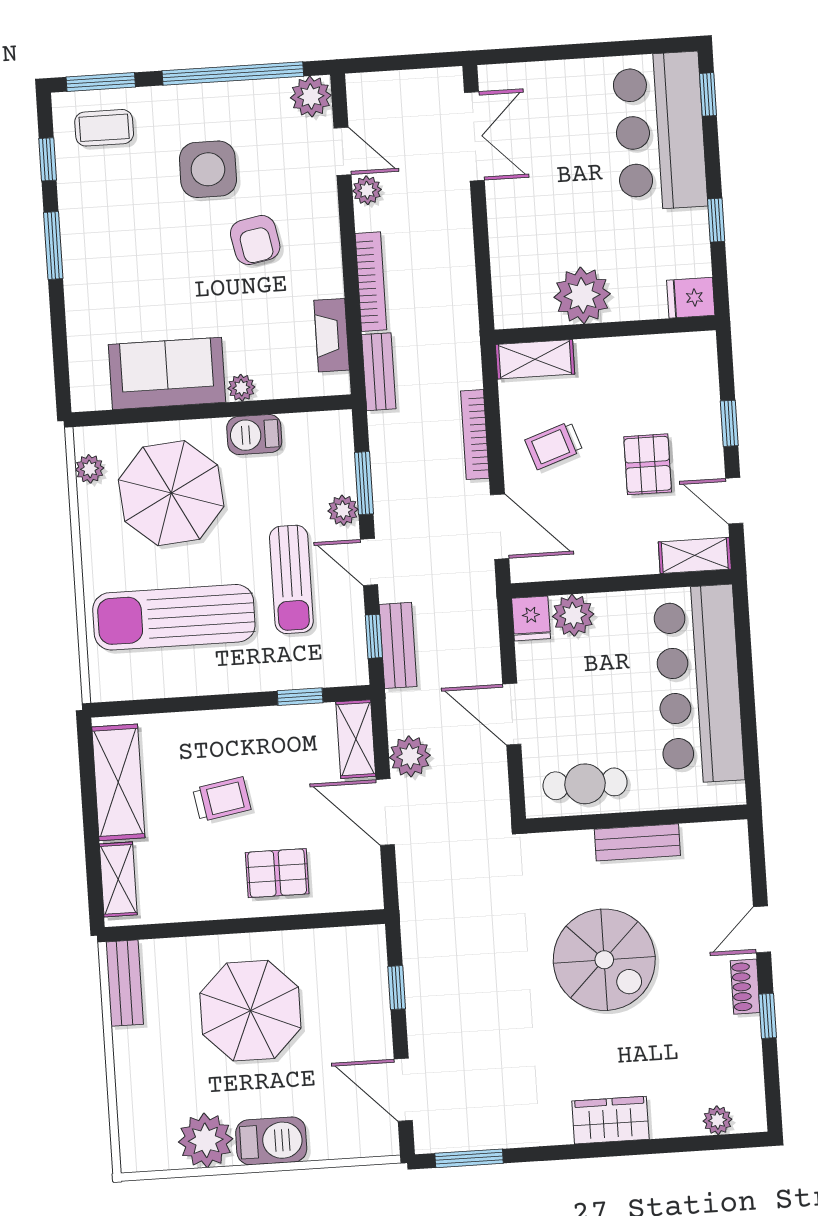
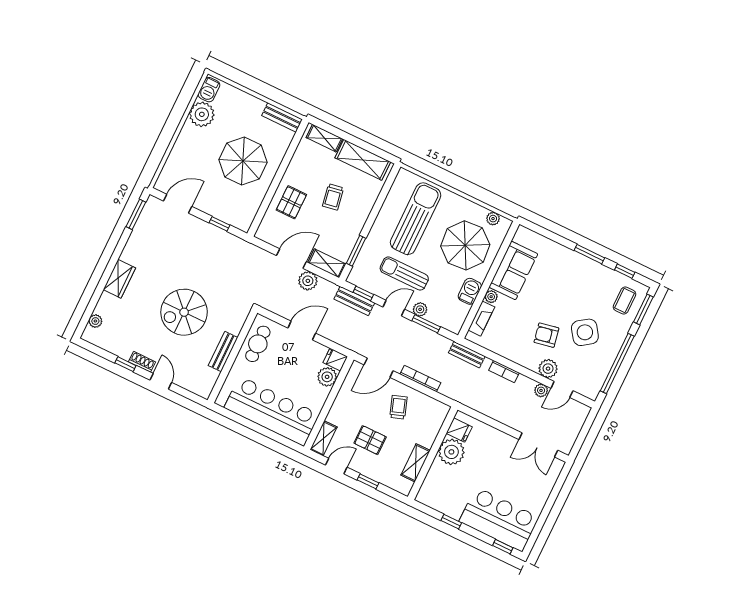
plant: (311, 96) -> (548, 369), moved
side table: (208, 169) -> (585, 332), turned -35
bookcase: (371, 282) -> (504, 372), width x0.64
fridge: (691, 298) -> (459, 430), moved, turned 90
fireplace: (332, 335) -> (481, 319), moved, turned 90
shelving: (535, 359) -> (416, 463), moved
window: (300, 697) -> (356, 251), width x1.50
barbecue: (271, 1141) -> (209, 90), moved, width x0.73, depth x0.79

